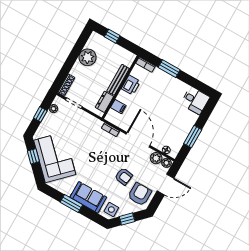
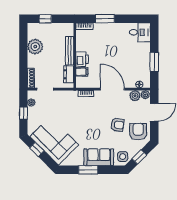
printer: (131, 85) -> (82, 59), moved

